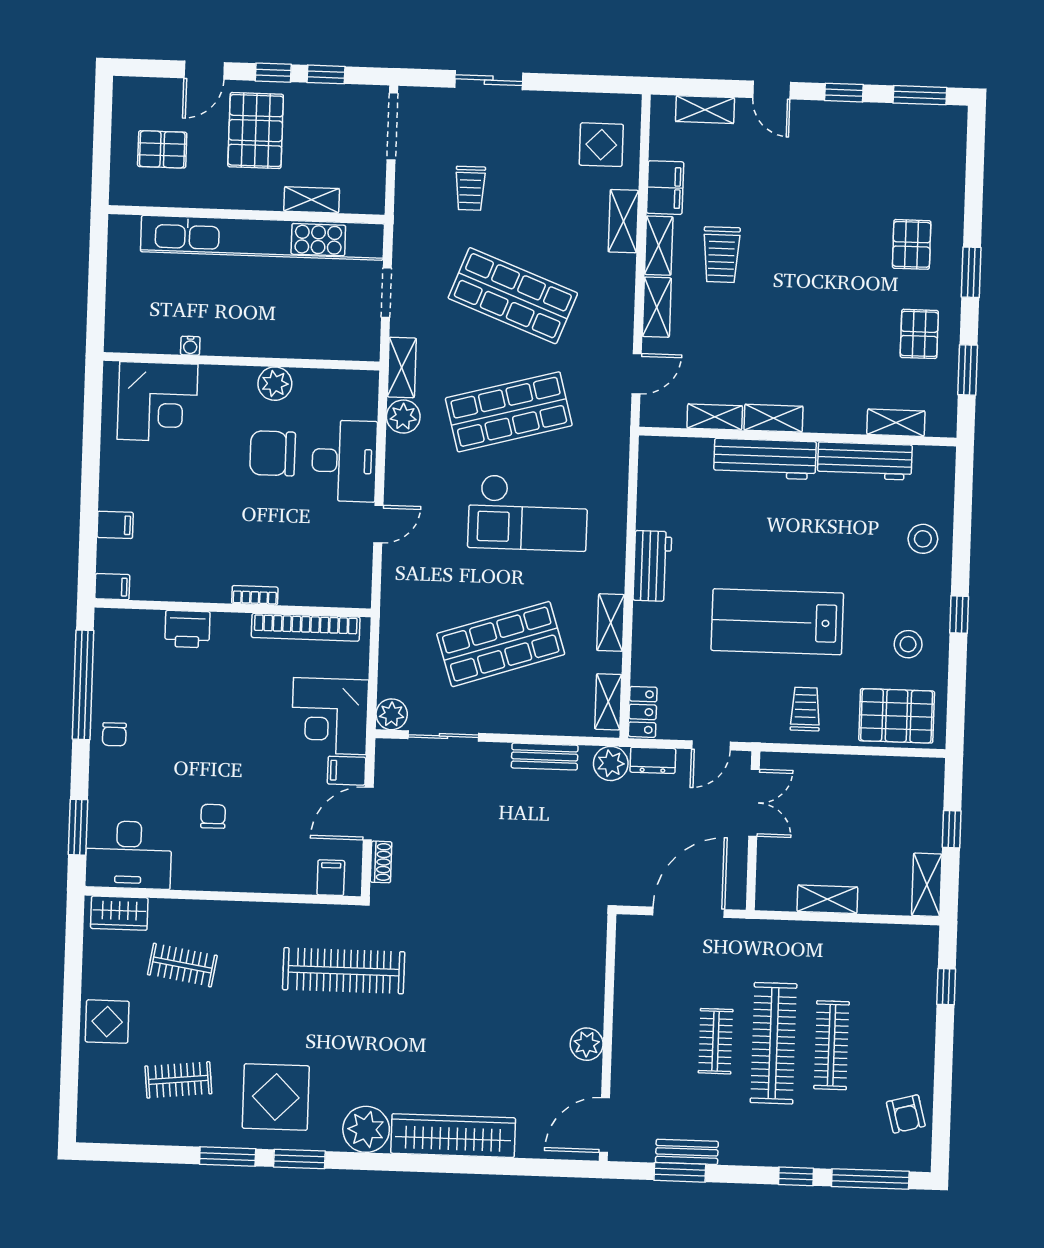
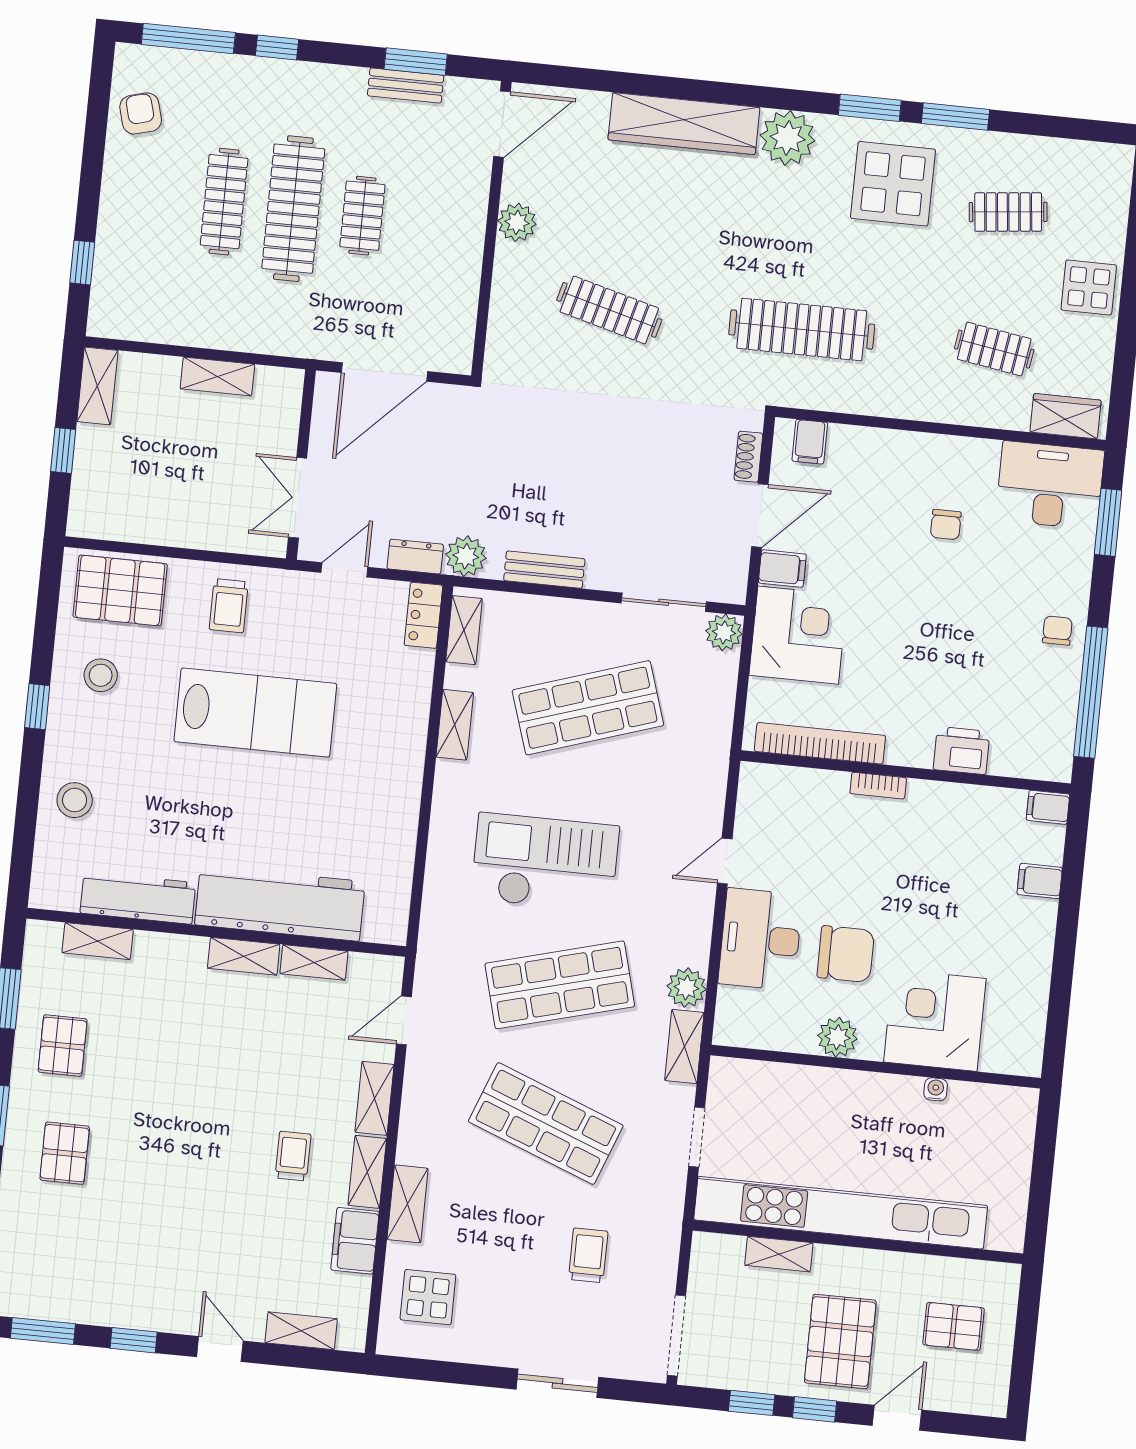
trolley: (721, 255) -> (293, 1156), width x0.73, depth x0.72
corner desk: (157, 402) -> (935, 1020), moved
workbench: (765, 459) -> (280, 903), width x1.36, depth x1.32
workbench: (652, 566) -> (400, 789), removed
clothes rail: (505, 976) -> (609, 310), added

